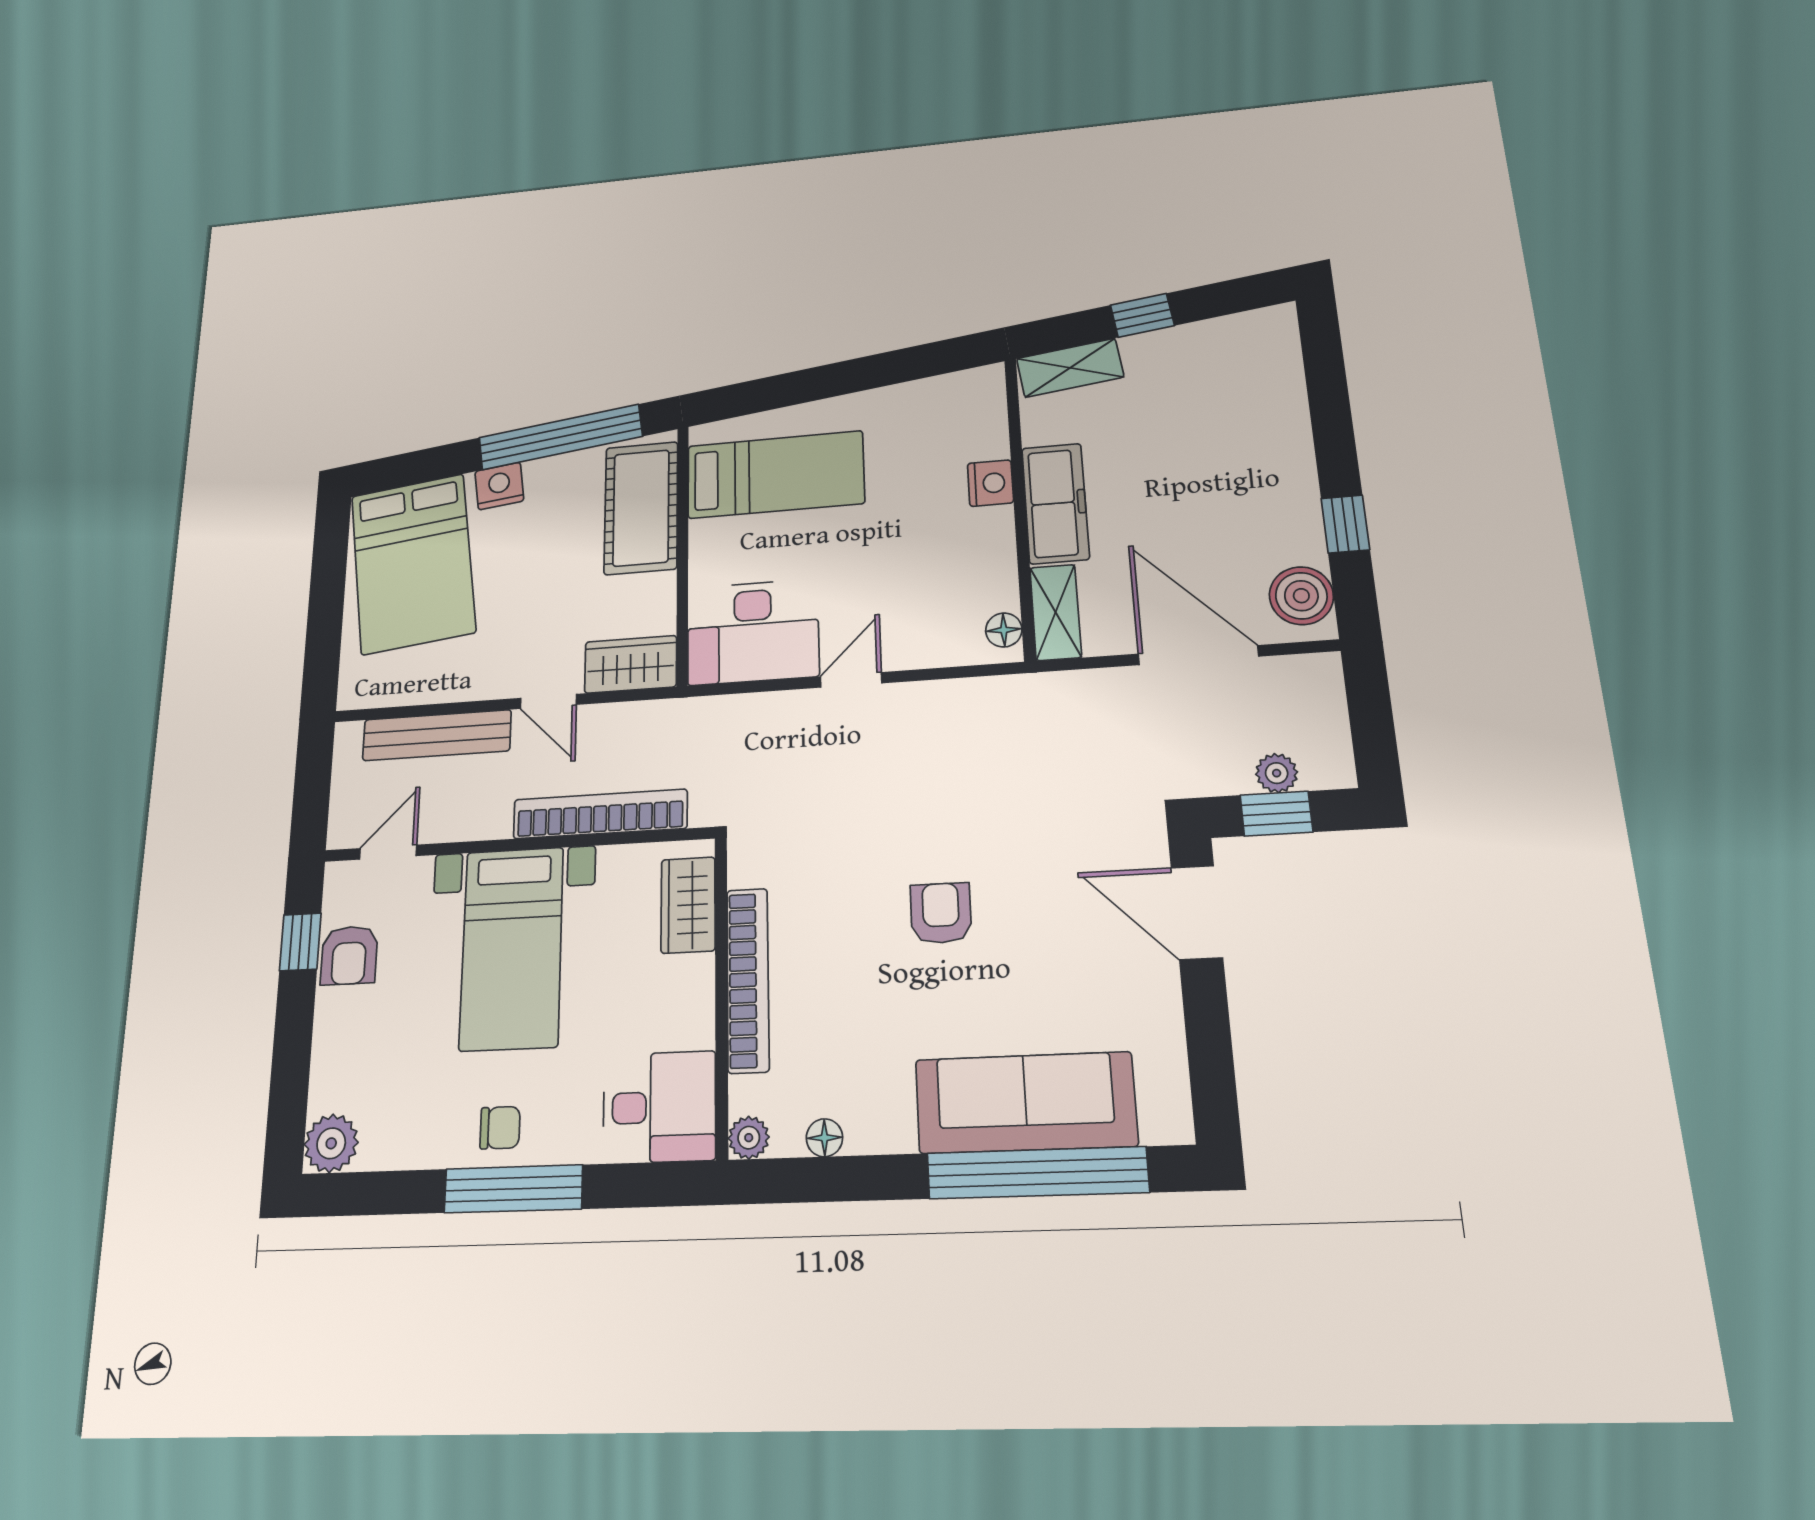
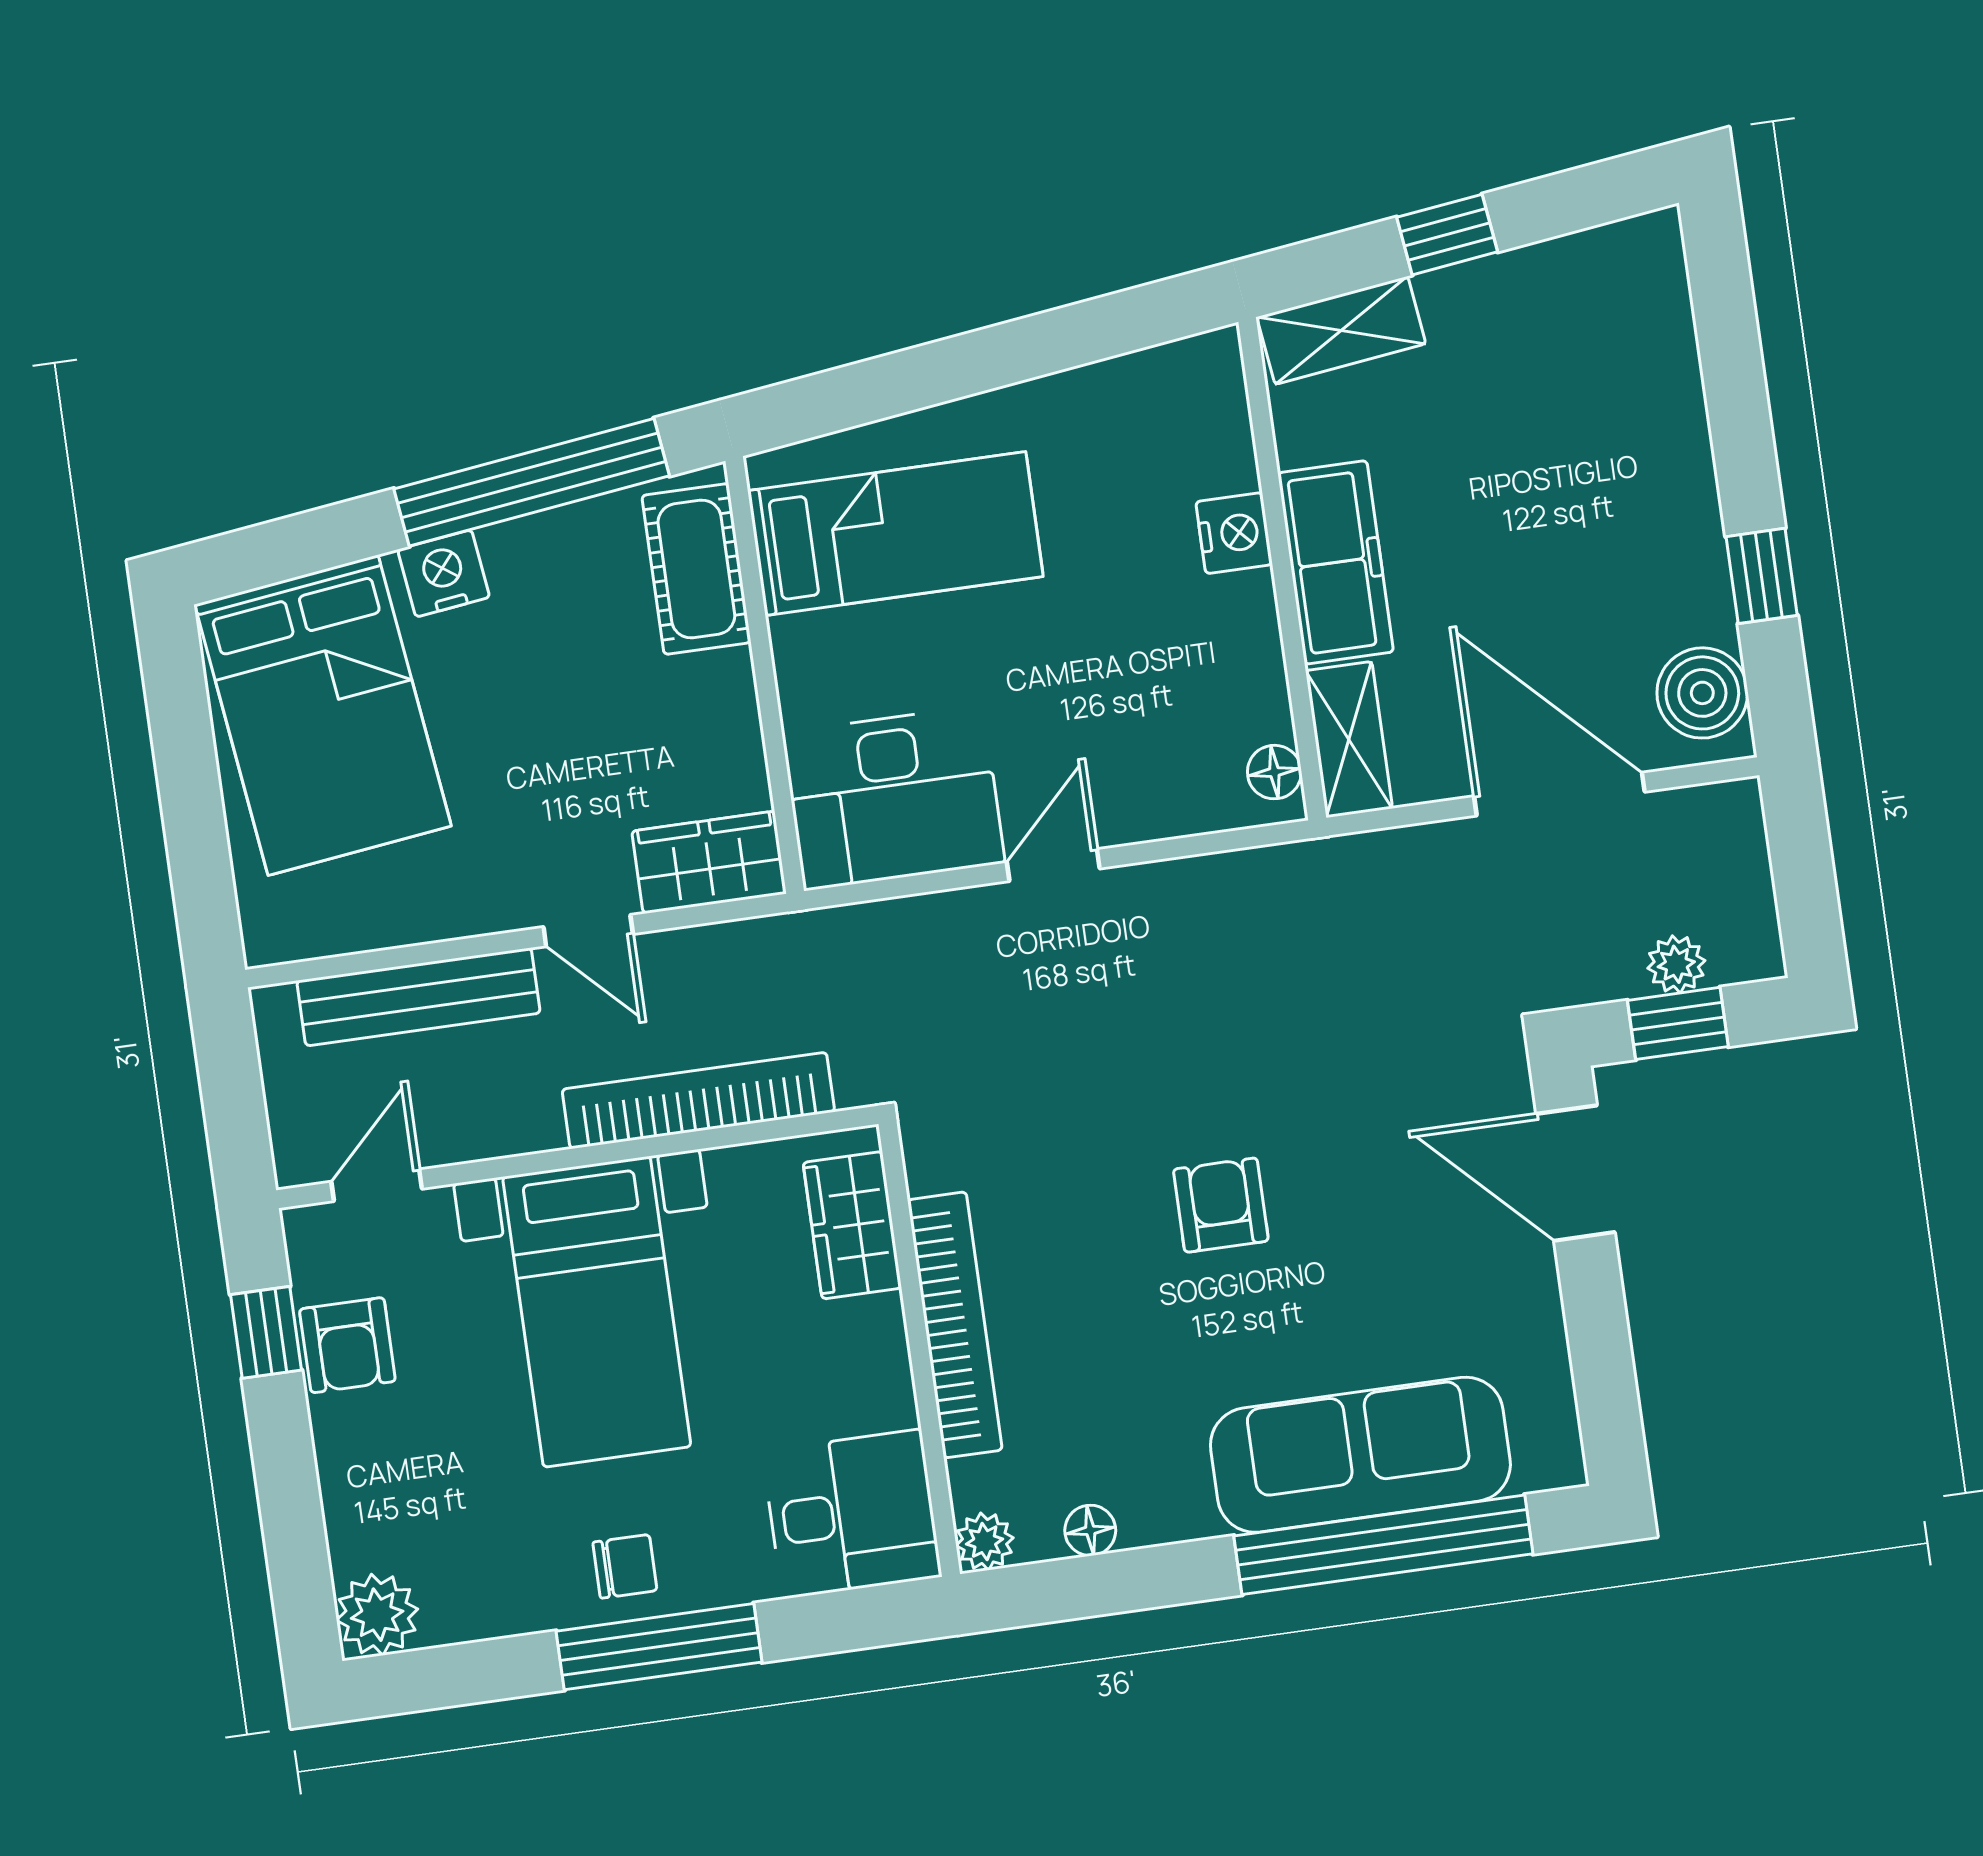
cot: (641, 508) -> (696, 569), width x0.73, depth x0.75

